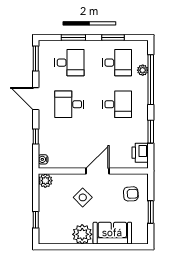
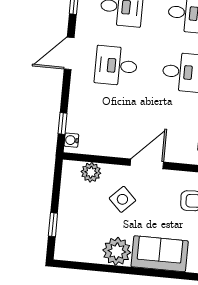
door: (36, 99) -> (69, 53), hinge flipped
window: (36, 137) -> (62, 123), moved
plant: (45, 181) -> (91, 172), moved

